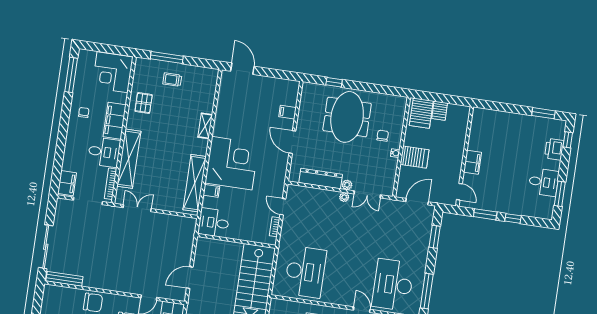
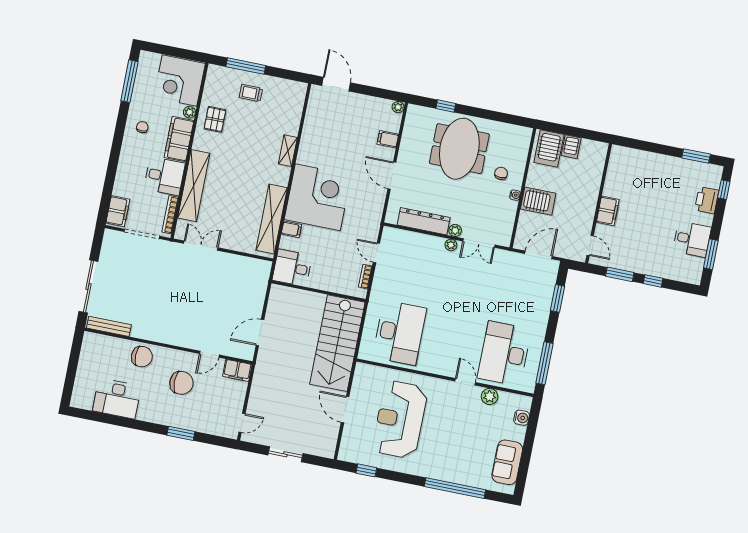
plant: (295, 85) -> (398, 107), added
plant: (122, 98) -> (189, 112), added

